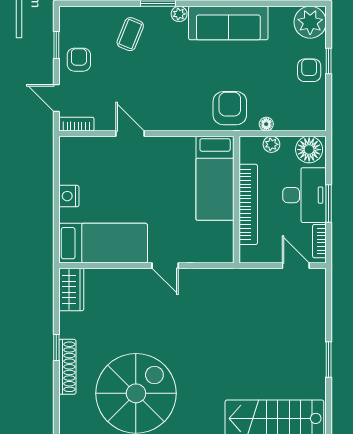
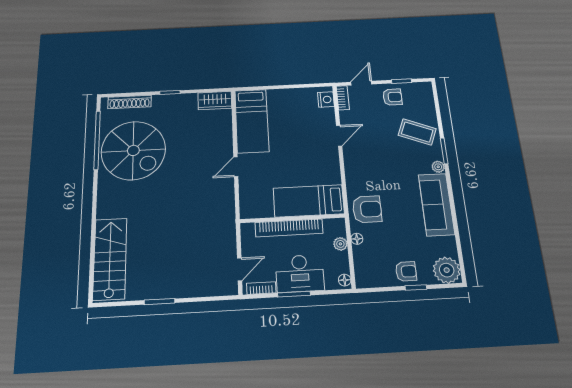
coffee table: (130, 34) -> (417, 132), width x1.36, depth x1.30
floor lamp: (309, 150) -> (345, 280), width x0.53, depth x0.53
nightstand: (69, 196) -> (326, 100), moved, turned 90
shoe rack: (67, 367) -> (130, 102), moved

